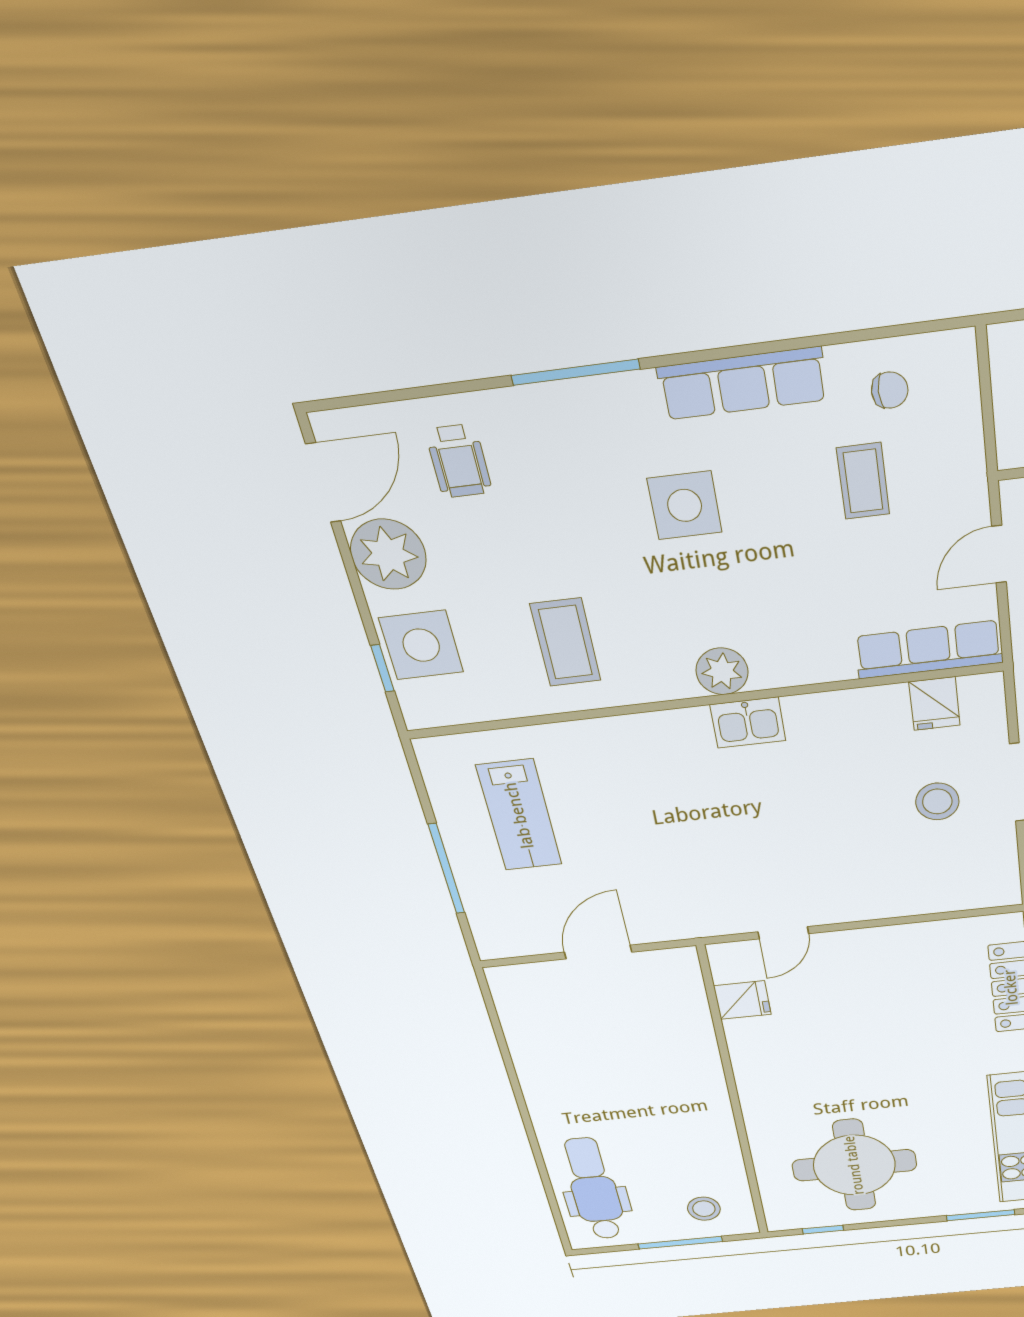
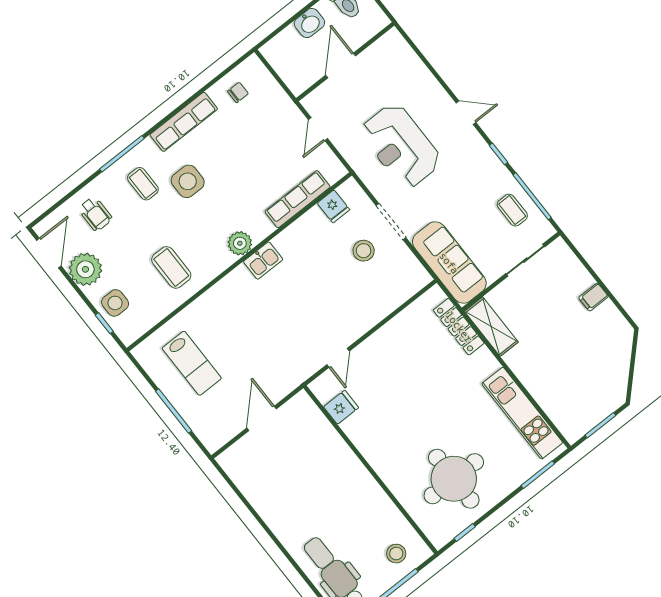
coffee table: (863, 481) -> (143, 184), moved
side table: (421, 645) -> (115, 303), width x0.73, depth x0.73
row of seats: (929, 650) -> (298, 199), moved

